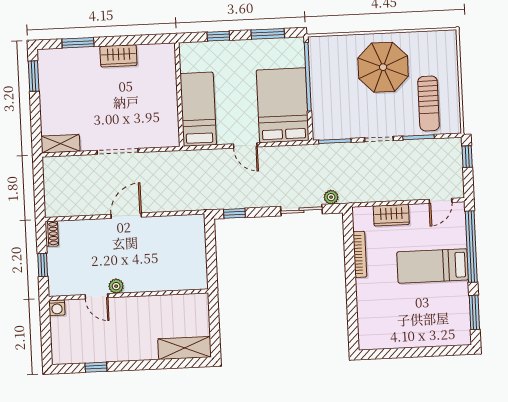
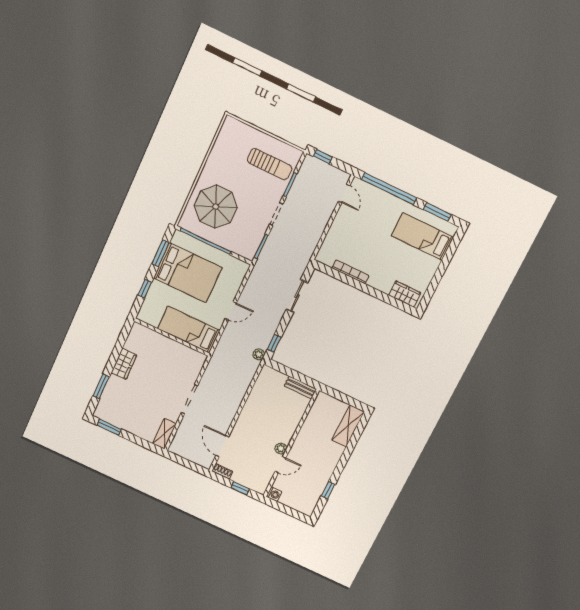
parasol: (383, 67) -> (216, 207), moved
bed: (283, 105) -> (188, 273), moved, turned 180
plant: (331, 197) -> (259, 354), moved
wardrobe: (391, 215) -> (405, 294), moved, turned -90
door: (126, 216) -> (222, 446), moved
bed: (433, 266) -> (422, 237), moved, turned 90
bench: (200, 270) -> (300, 388), added

